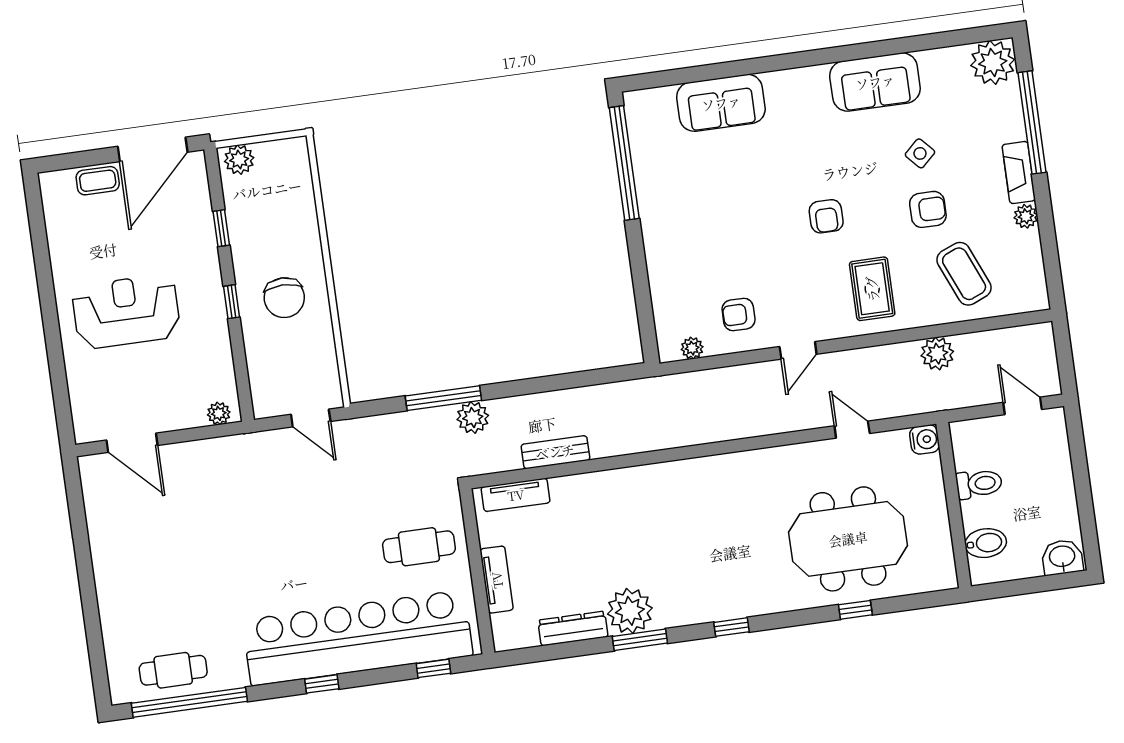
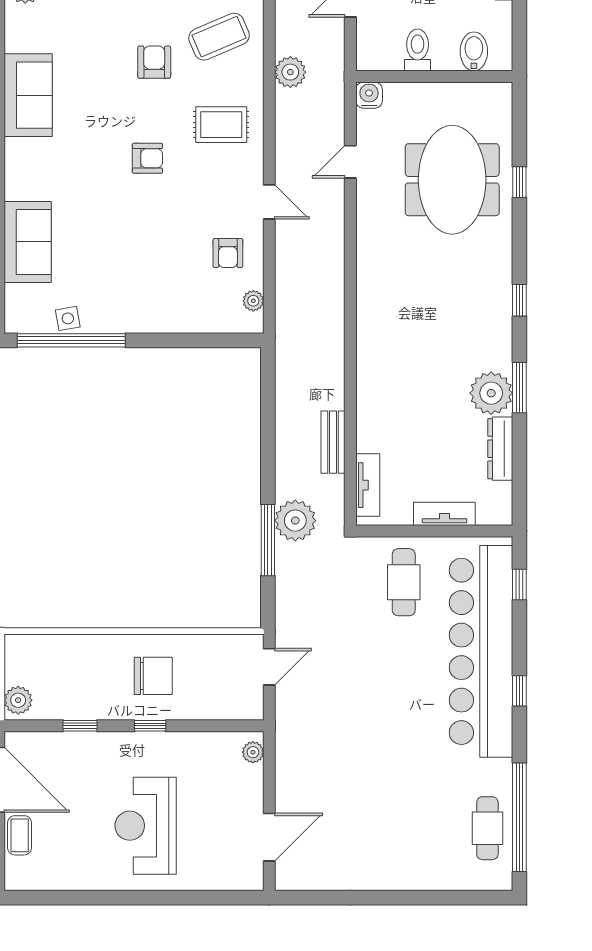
side table: (920, 153) -> (68, 318), moved, turned 33
plant: (473, 417) -> (295, 521), width x1.36, depth x1.36

